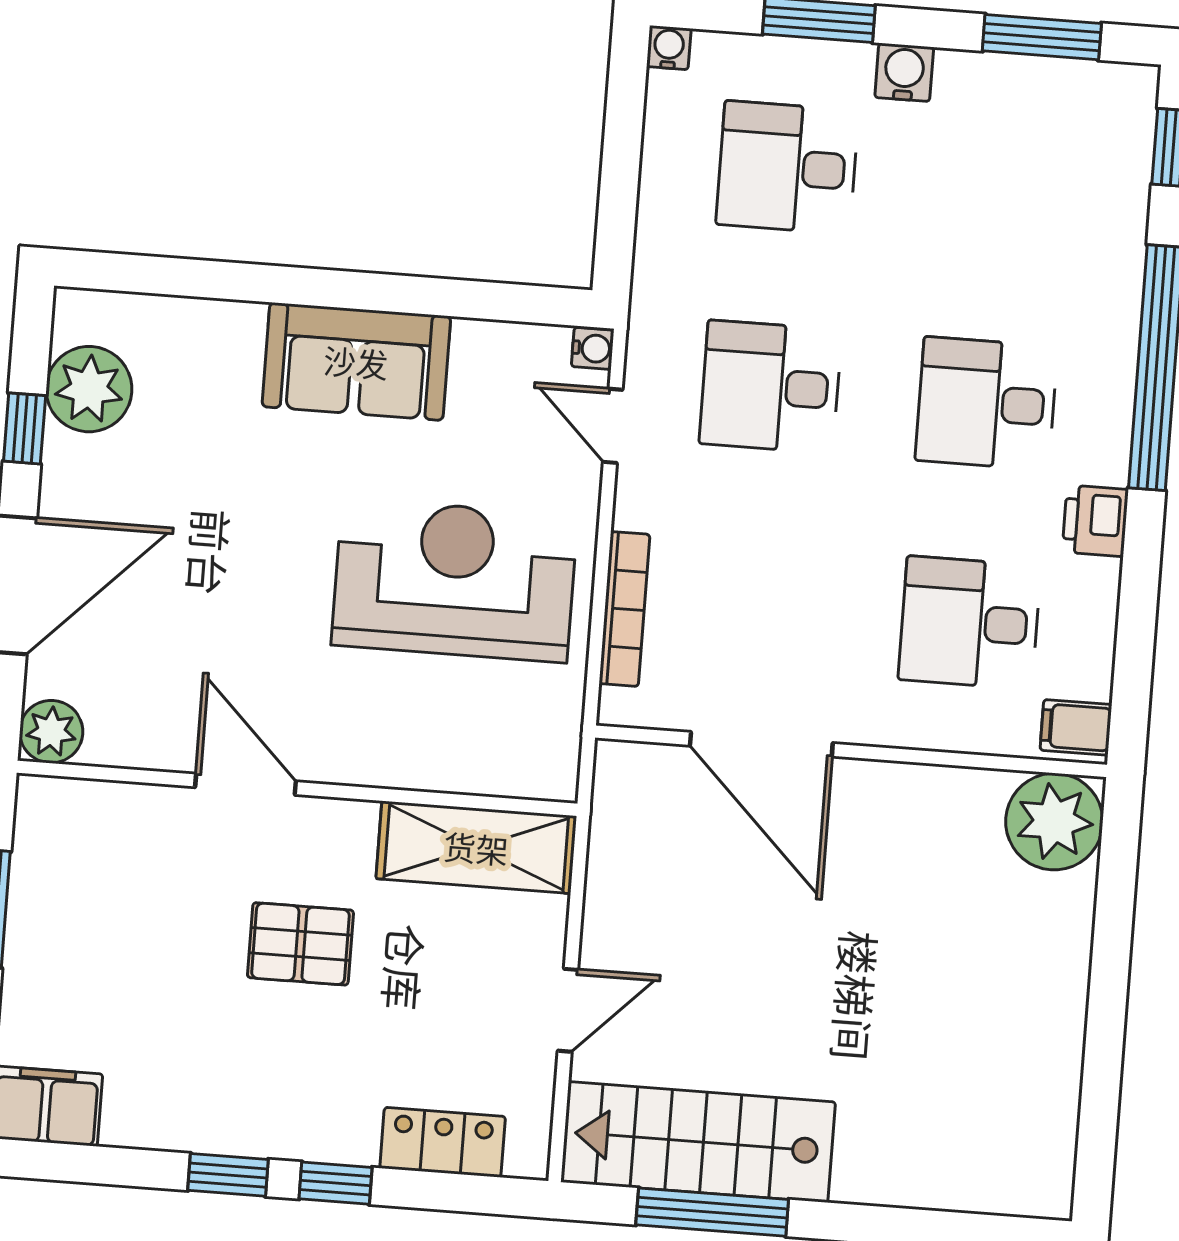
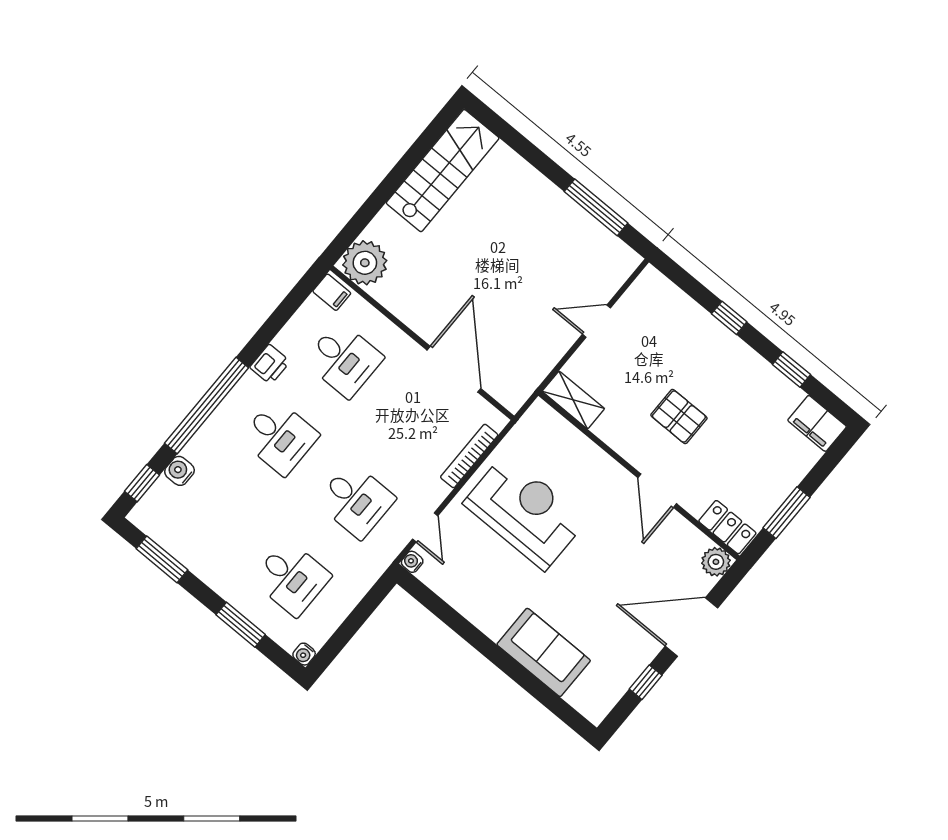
water cooler: (904, 72) -> (179, 471), moved, turned 90
sofa: (356, 361) -> (544, 652), moved
plant: (89, 389) -> (611, 680), removed
reception desk: (454, 580) -> (525, 512), turned 180
shelving: (476, 847) -> (573, 400), width x0.67, depth x0.75
locker: (443, 1142) -> (727, 527), moved, turned 180
stairs: (698, 1142) -> (443, 171), moved, turned -90
window: (228, 1175) -> (791, 370), moved

